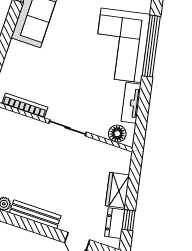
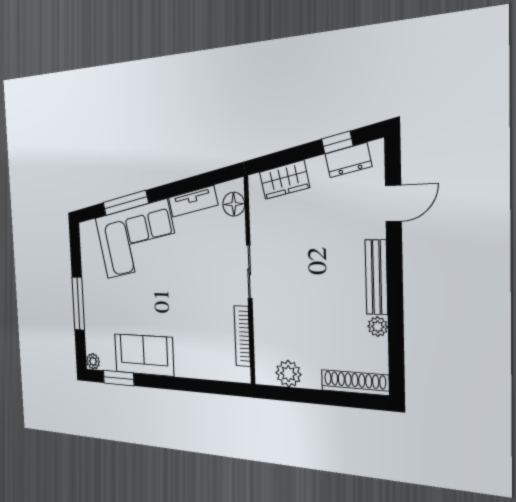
window: (151, 46) -> (126, 203), width x0.68
wardrobe: (117, 190) -> (284, 180), moved

